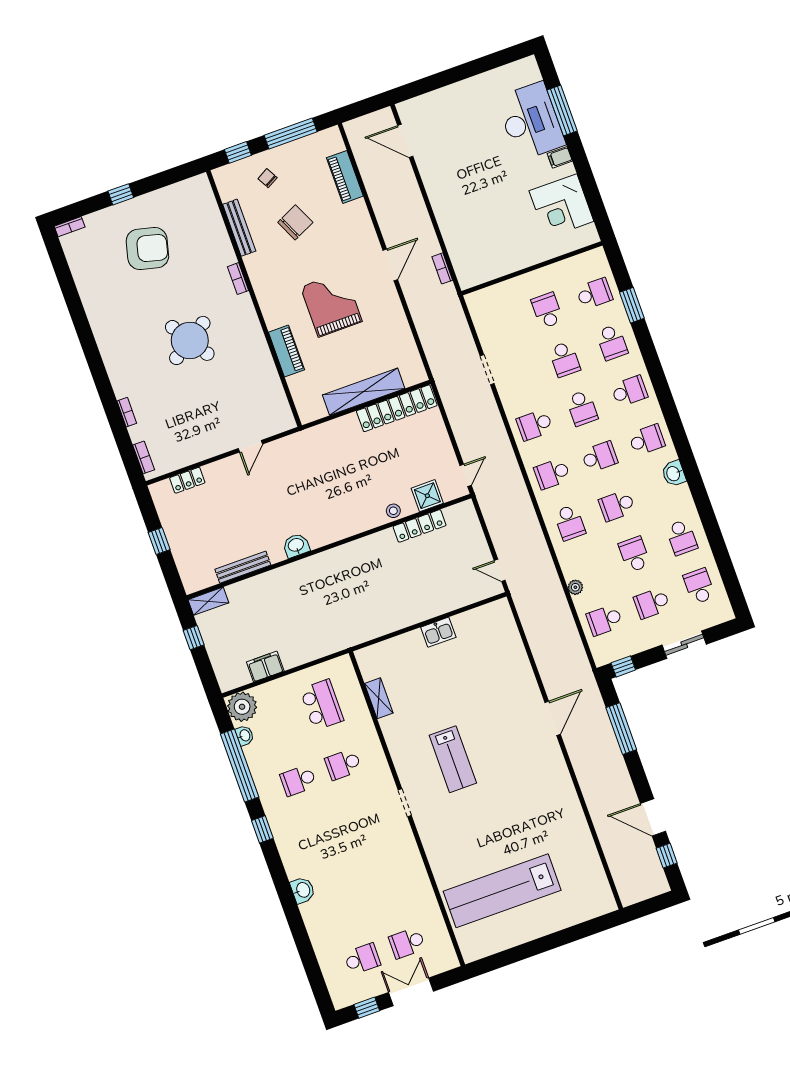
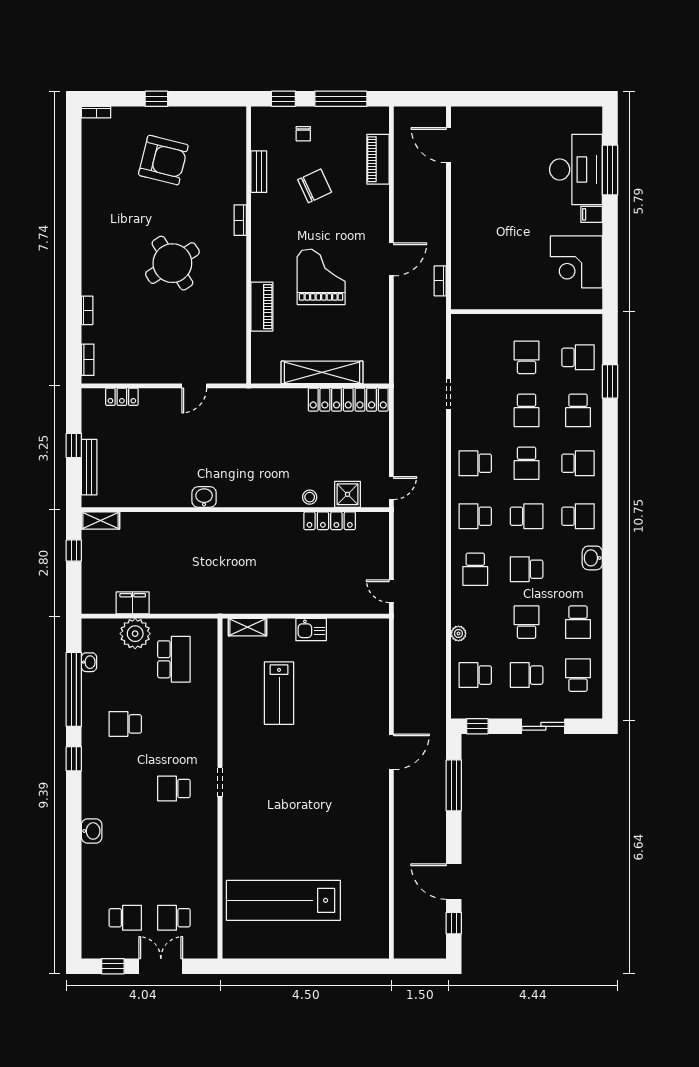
chair: (268, 178) -> (303, 134), turned -151
bench: (239, 228) -> (259, 172), width x0.73
bench: (243, 567) -> (89, 467), moved, turned 90
shelving: (379, 698) -> (247, 627), moved, turned 90
plant: (242, 707) -> (135, 634), moved
lab bench: (453, 759) -> (279, 693), moved
school desk: (343, 764) -> (174, 789), moved

